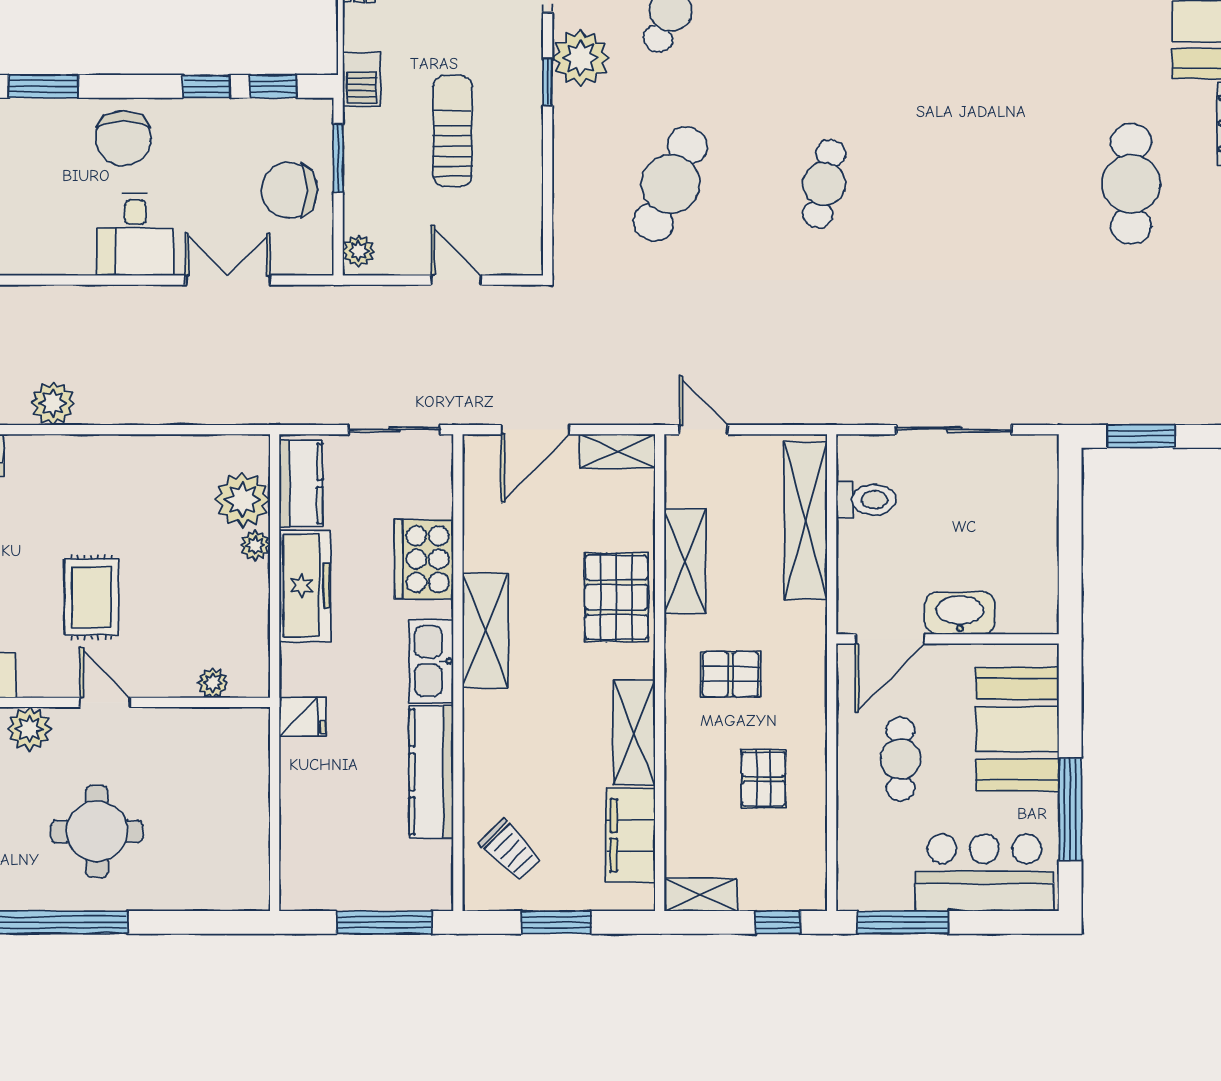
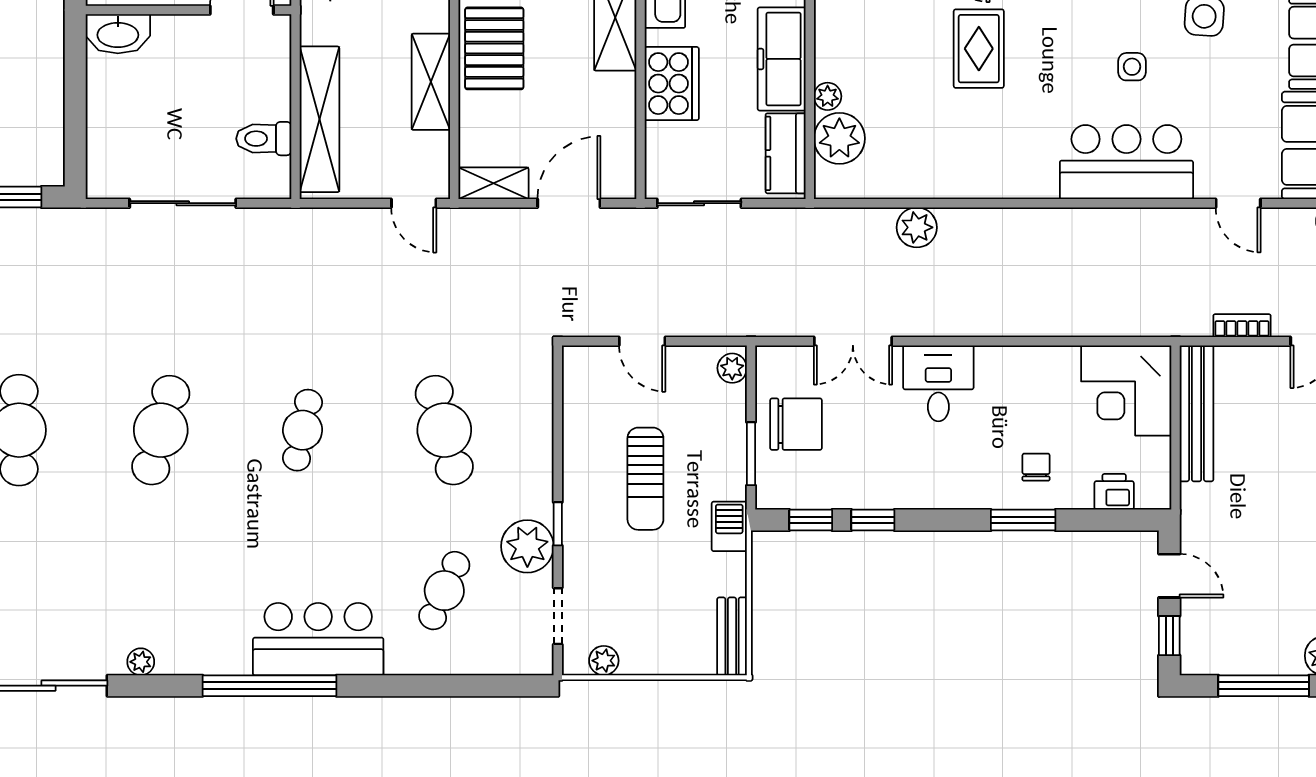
chair: (123, 138) -> (1036, 467), moved, width x0.54, depth x0.54
cafe table: (670, 184) -> (444, 430), turned -39
cafe table: (978, 184) -> (161, 430), added
plant: (53, 403) -> (917, 227), moved
washbasin: (960, 613) -> (118, 34), moved

